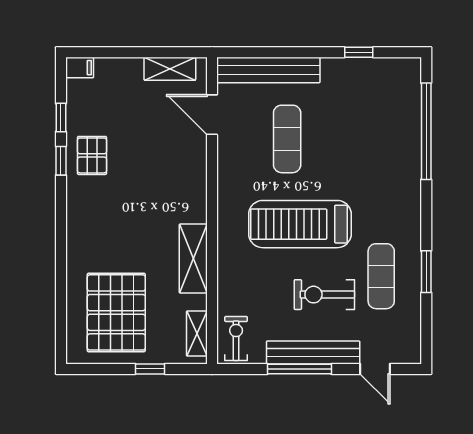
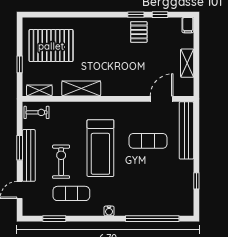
shelving: (170, 69) -> (187, 63), moved
pallet: (92, 155) -> (139, 32), turned 90
water cooler: (412, 209) -> (109, 211), added
treadmill: (300, 224) -> (100, 148), turned 180
window: (426, 272) -> (54, 219), moved
window: (299, 369) -> (20, 148), width x0.69

